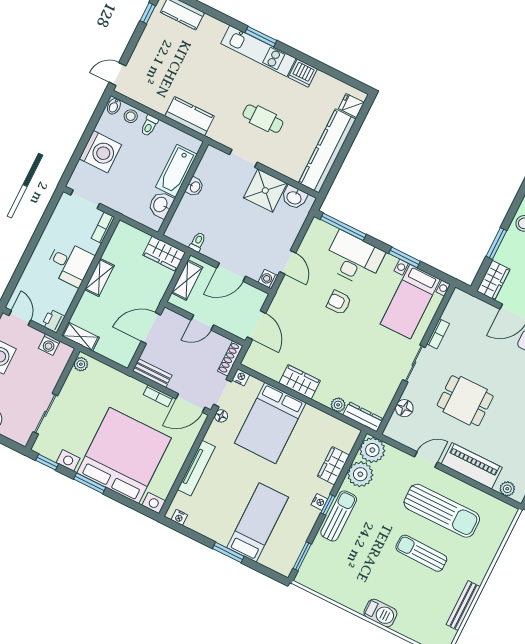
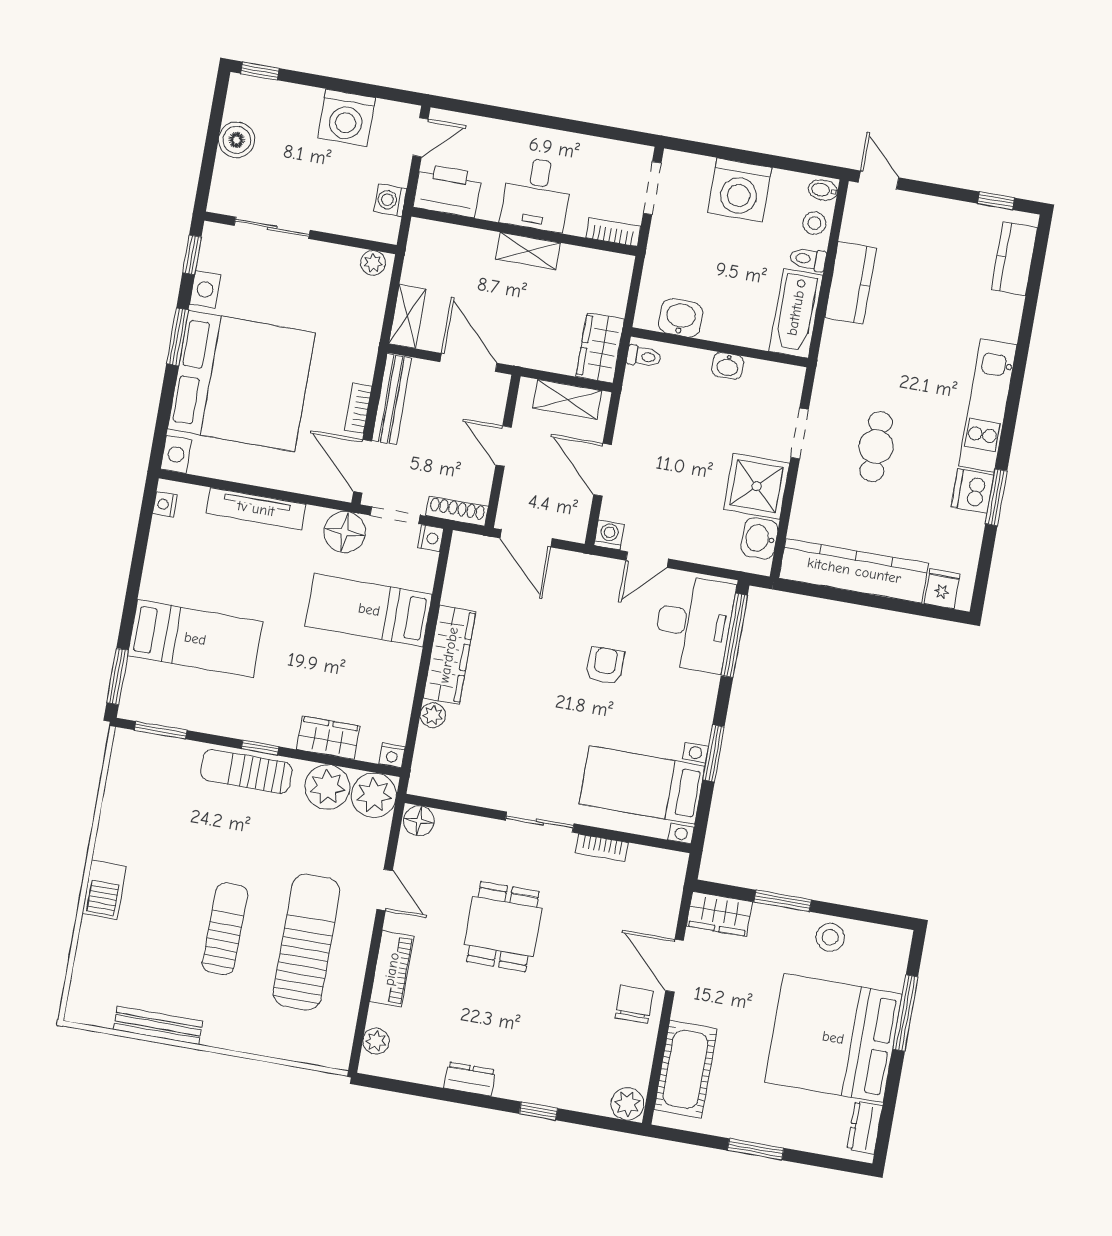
window: (261, 37) -> (996, 497), moved
kitchen counter: (189, 116) -> (851, 283), moved
bathtub: (176, 171) -> (796, 313), moved, turned -90
toilet: (198, 242) -> (644, 356), moved
desk: (354, 259) -> (694, 624), moved
printer: (53, 321) -> (448, 191), width x1.87, depth x1.48
door: (256, 325) -> (526, 538), hinge flipped
shelving: (80, 337) -> (407, 316), moved
bench: (152, 373) -> (392, 399), width x1.36
wardrobe: (300, 382) -> (449, 655), width x1.50
floor lamp: (404, 408) -> (419, 821), moved
floor lamp: (221, 416) -> (345, 532), width x1.89, depth x1.89
dresser: (363, 417) -> (425, 763), removed
bed: (270, 423) -> (369, 610), width x0.67
piano: (472, 466) -> (392, 969), width x0.73, depth x0.75
nightstand: (319, 502) -> (392, 755), moved
sun lounger: (442, 511) -> (307, 942), turned 180
sun lounger: (339, 516) -> (246, 771), turned 180
window: (228, 552) -> (118, 676), moved

